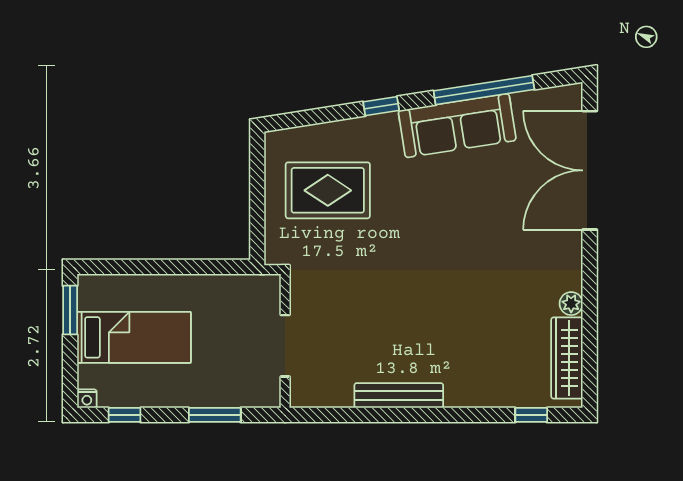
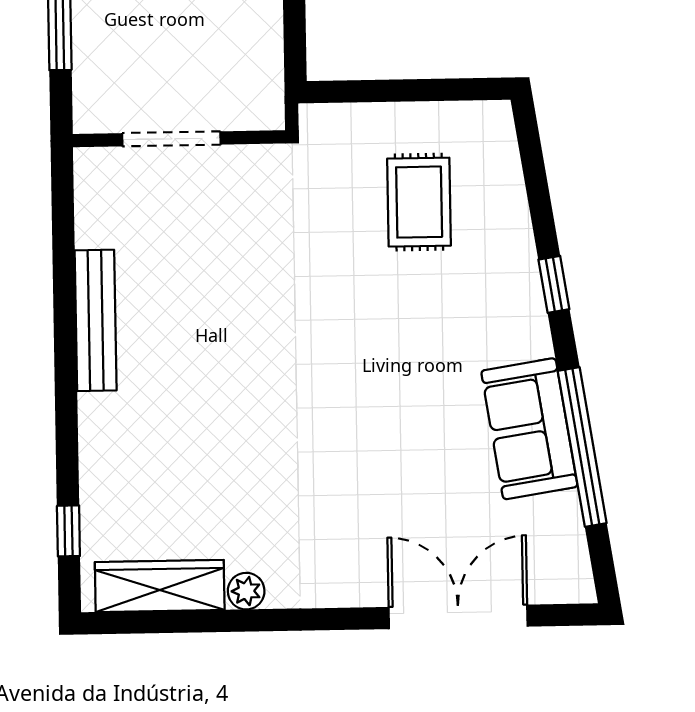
sofa: (457, 126) -> (529, 429), width x0.73
double door: (590, 170) -> (458, 617), width x0.73
rug: (328, 190) -> (419, 202), width x0.73, depth x0.70

